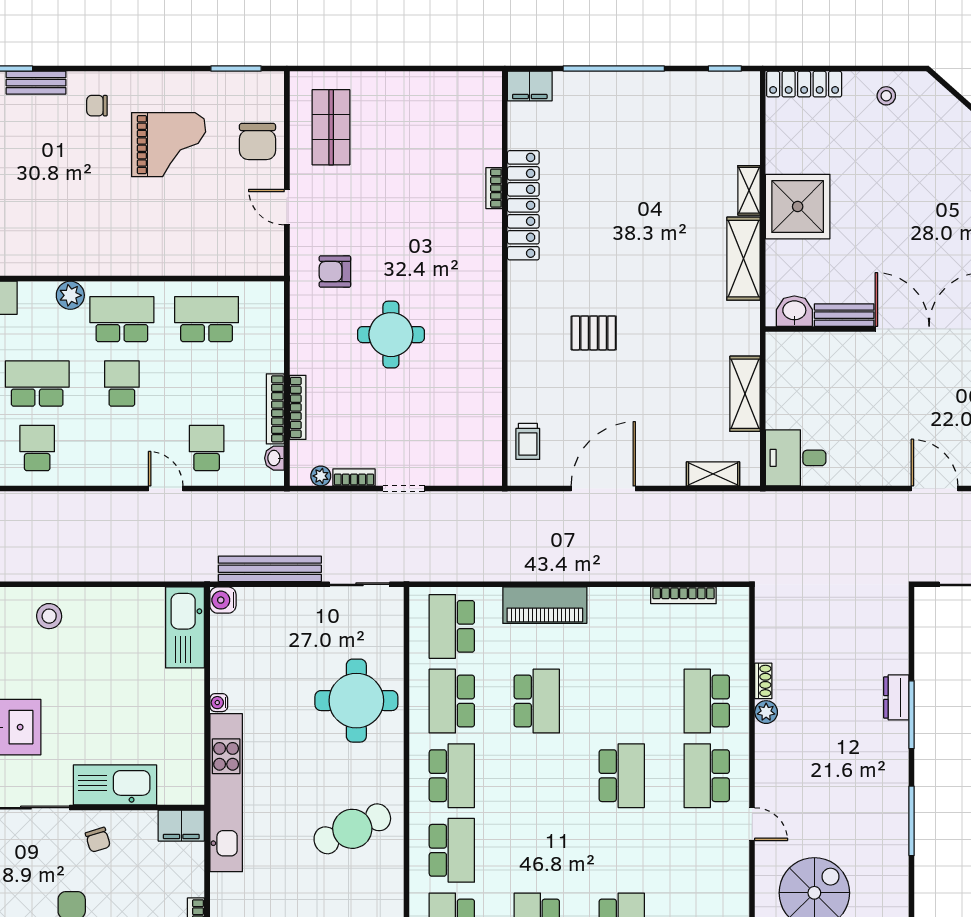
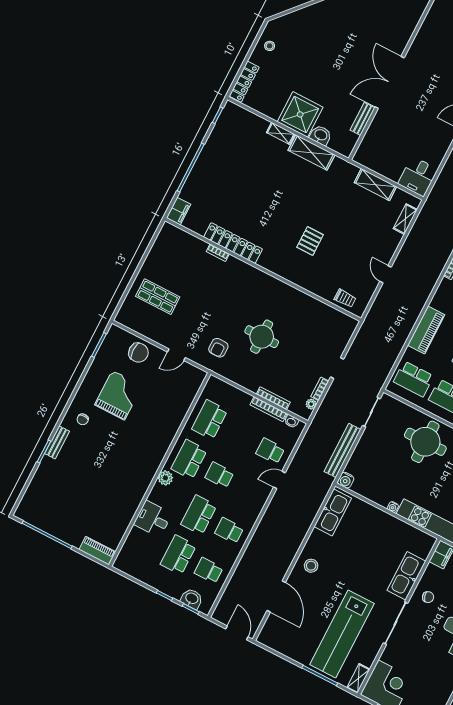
shop shelf: (331, 127) -> (158, 297), moved
washbasin: (794, 311) -> (321, 135), moved, turned 90
door: (603, 489) -> (386, 274), width x0.53
kitchen sink: (185, 627) -> (333, 512), moved, turned -90

